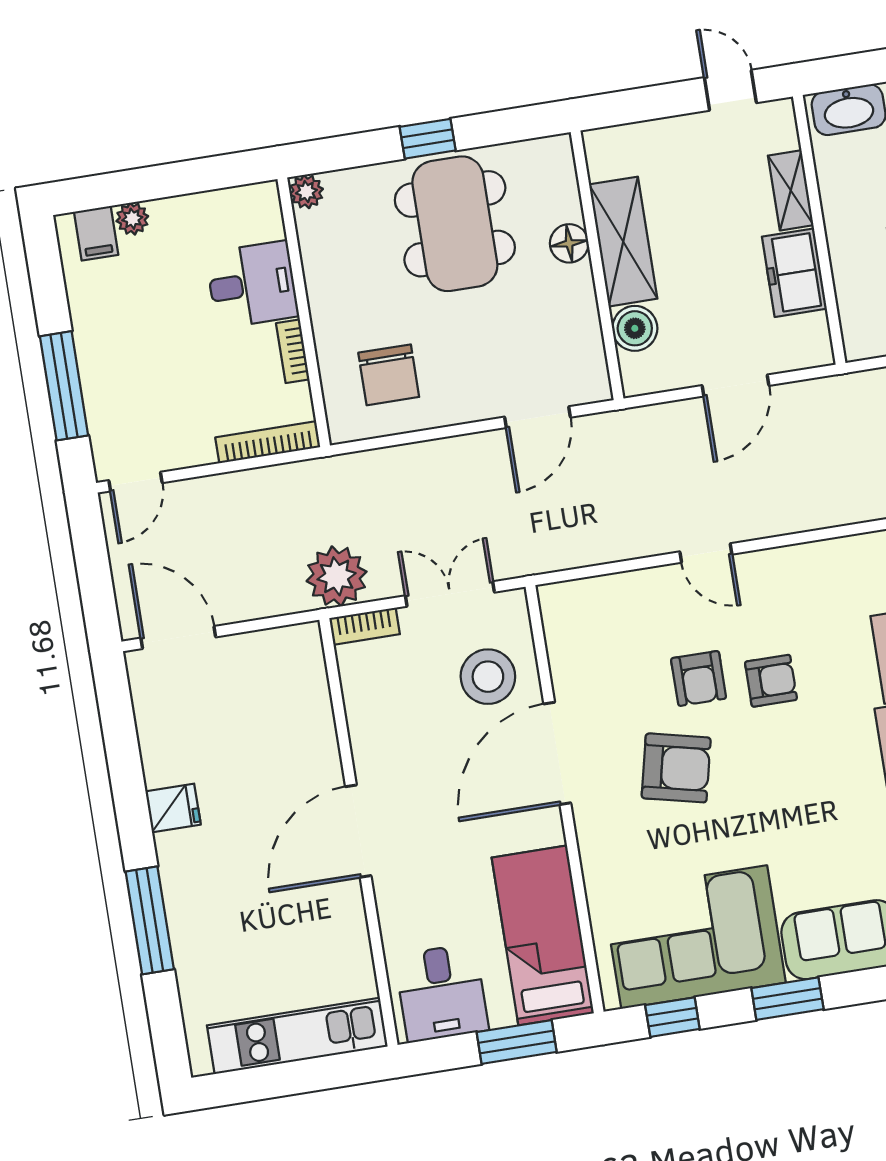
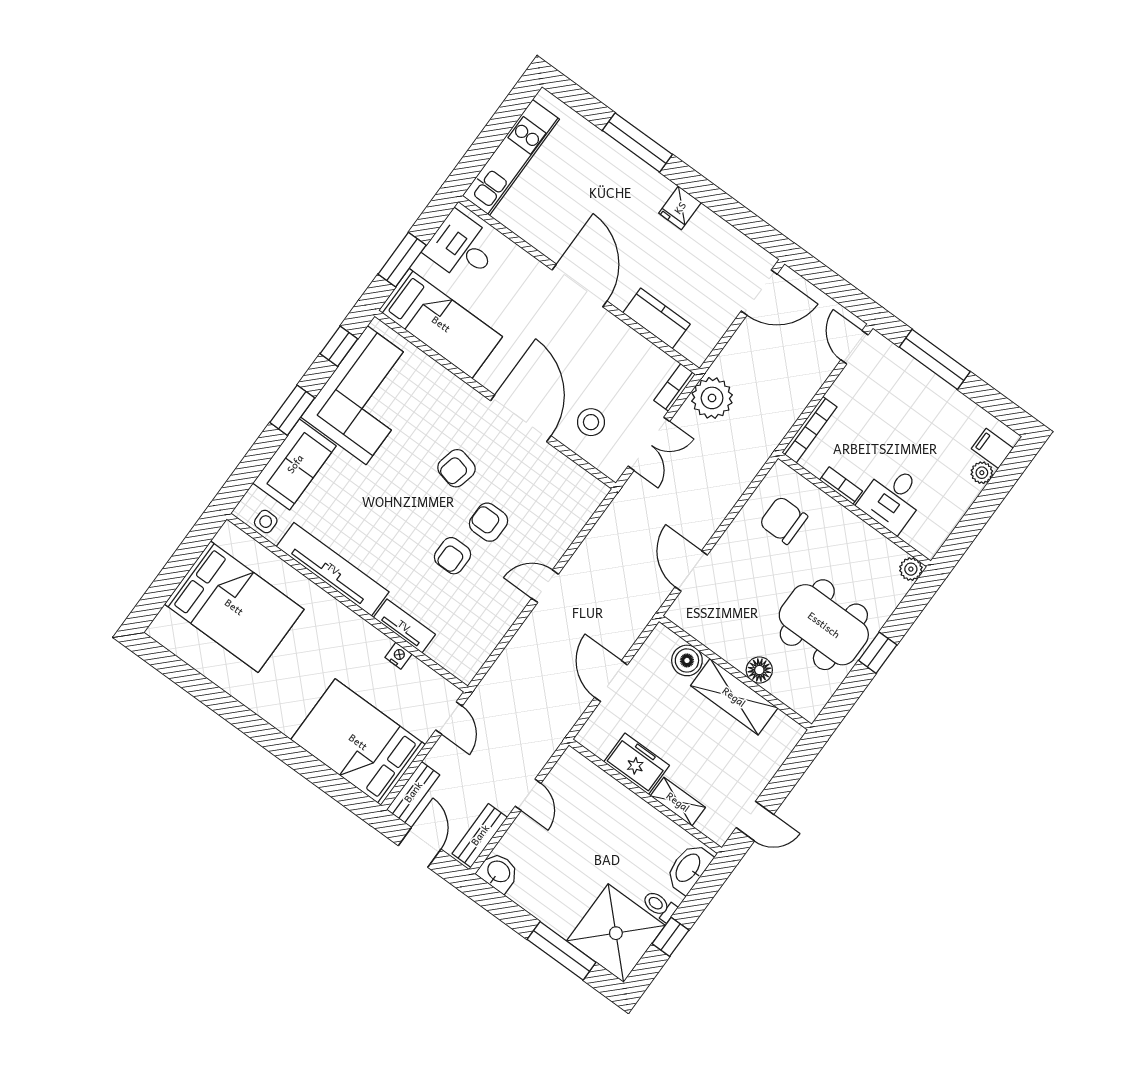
stool: (488, 677) -> (591, 422), width x0.73, depth x0.73
kitchen counter: (312, 717) -> (656, 318), added
armchair: (676, 768) -> (456, 468), width x0.72, depth x0.72

